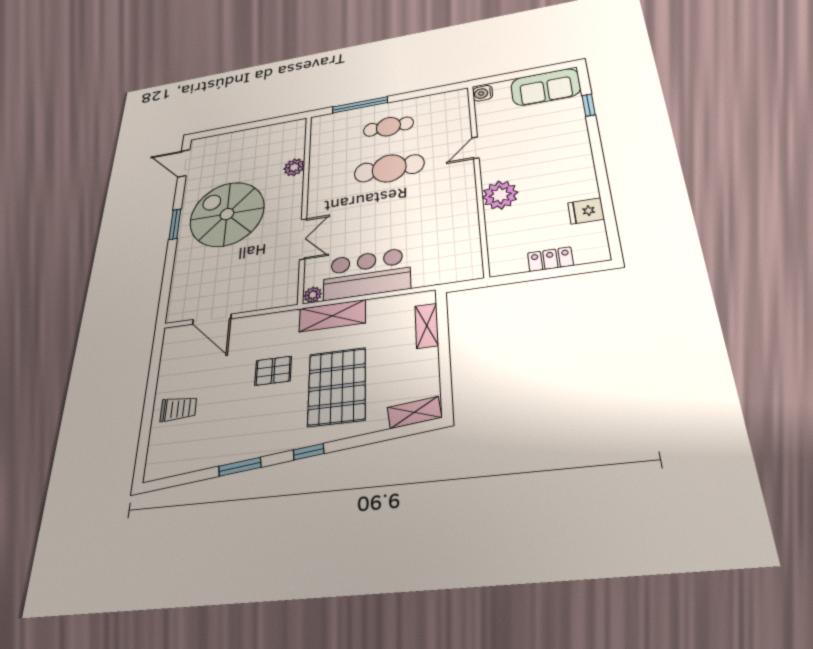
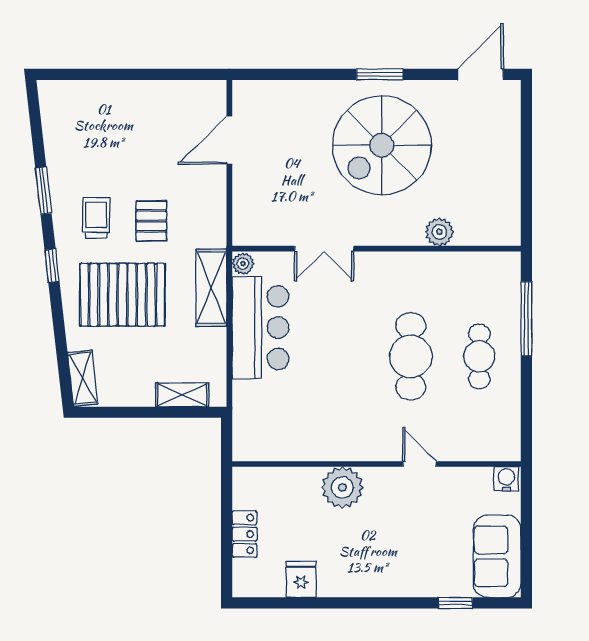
spiral stairs: (227, 214) -> (382, 145), turned 180
trolley: (178, 409) -> (96, 218), moved, turned 180

